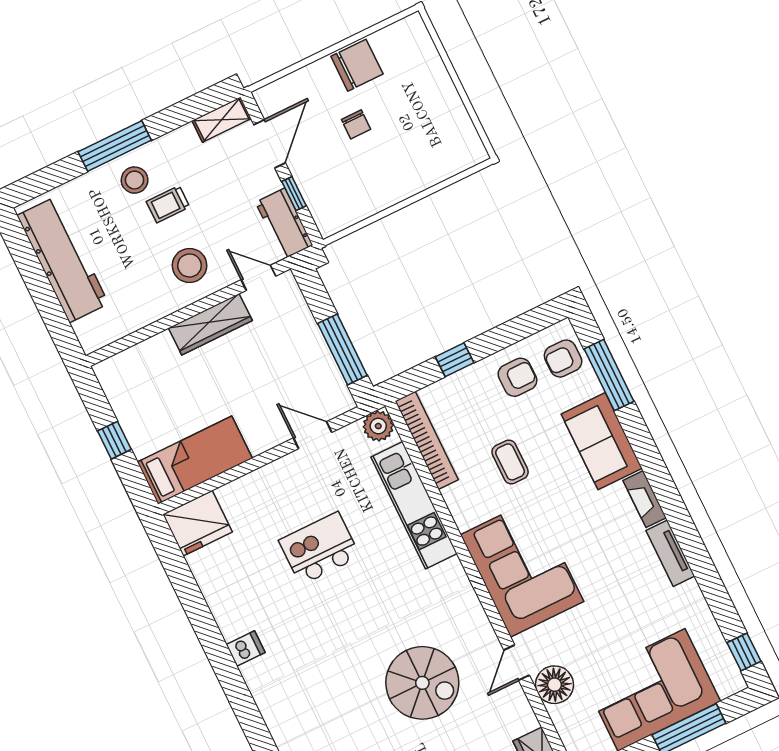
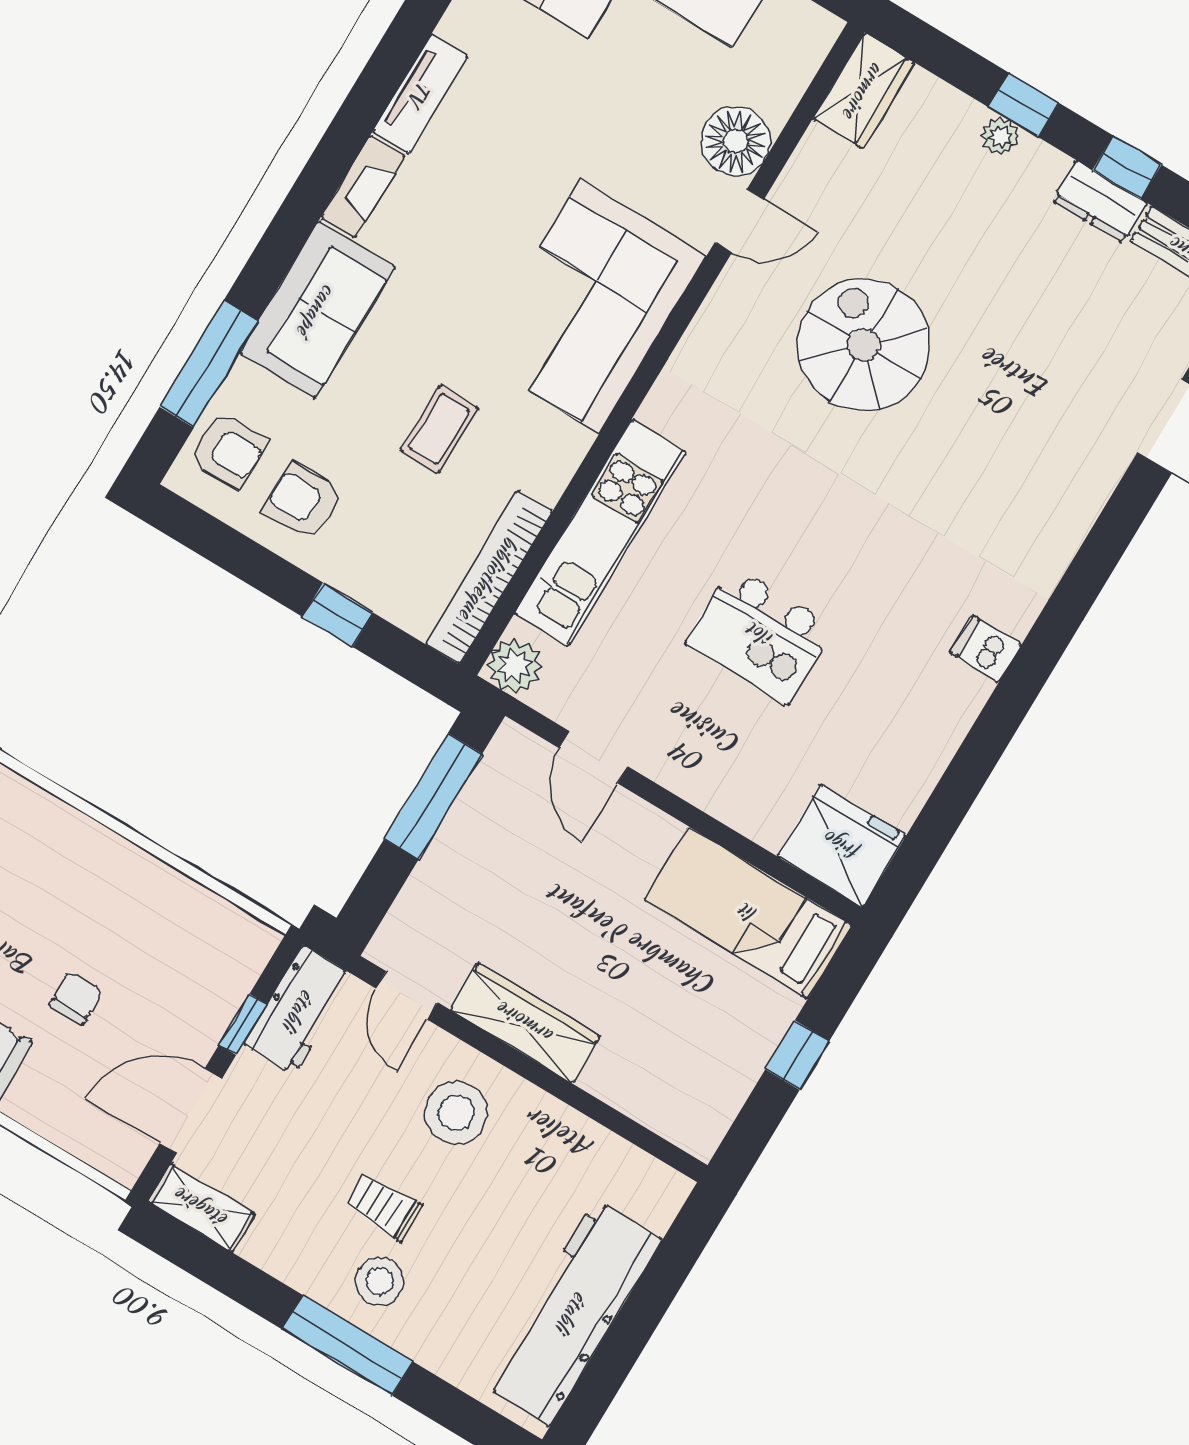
trolley: (168, 204) -> (384, 1207), turned 180

